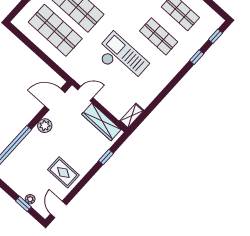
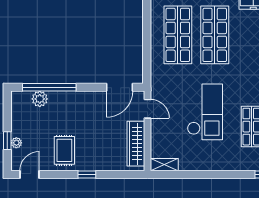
door: (55, 99) -> (120, 87), swing flipped
plant: (45, 126) -> (40, 99), moved
window: (106, 157) -> (87, 174), moved

